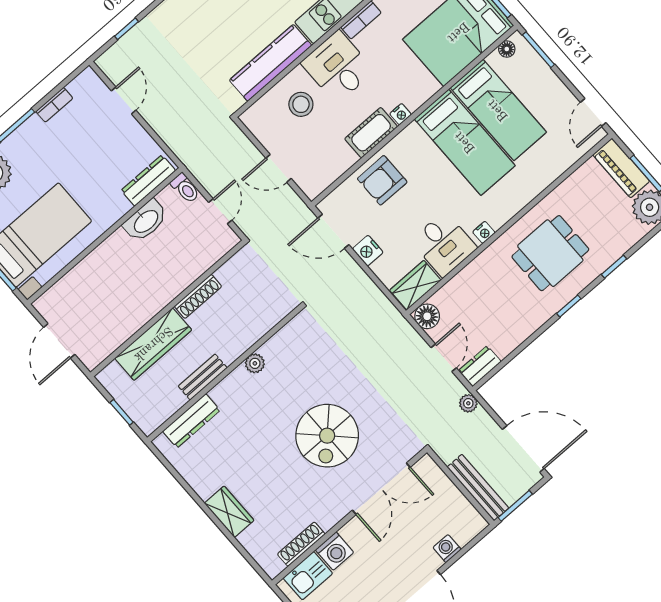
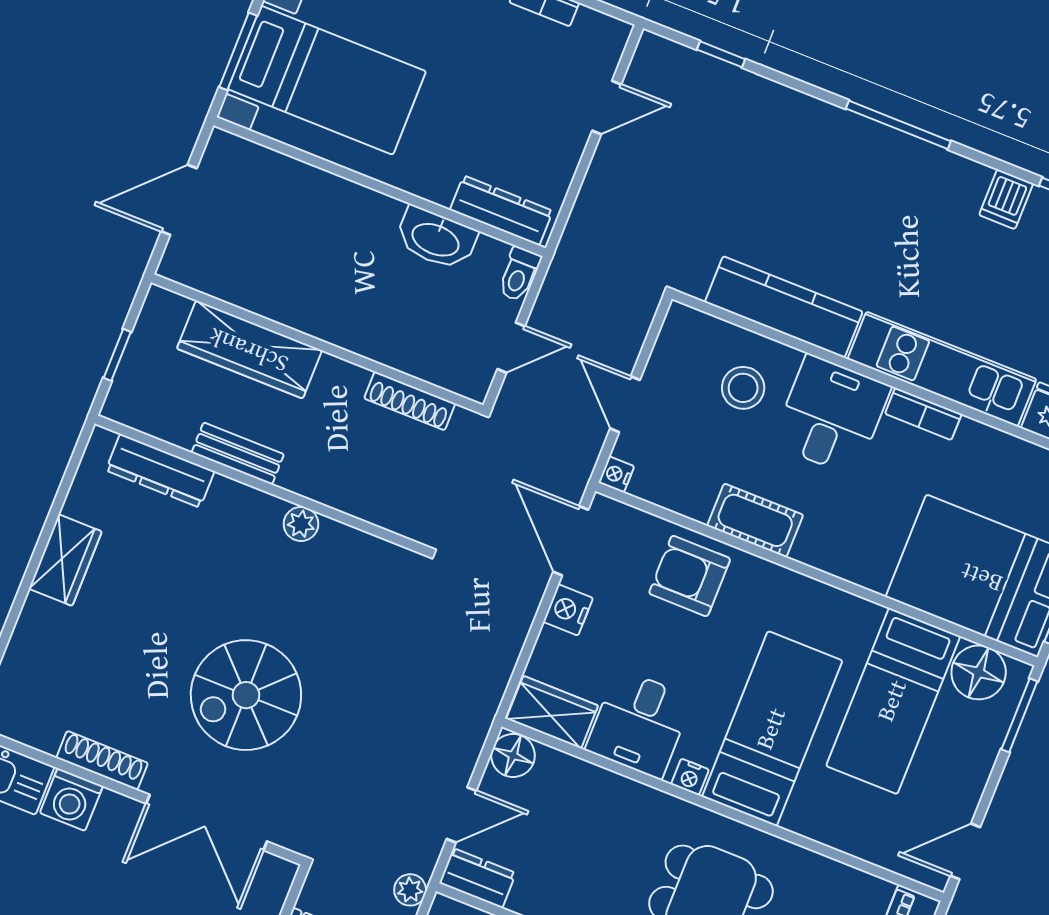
floor lamp: (507, 49) -> (979, 672), width x1.89, depth x1.89
nightstand: (401, 114) -> (616, 474), moved, turned 90
bed: (465, 142) -> (772, 729), moved, turned 180
shoe rack: (198, 296) -> (410, 401), moved
wardrobe: (229, 512) -> (65, 560), moved
shoe rack: (301, 544) -> (102, 760), moved

